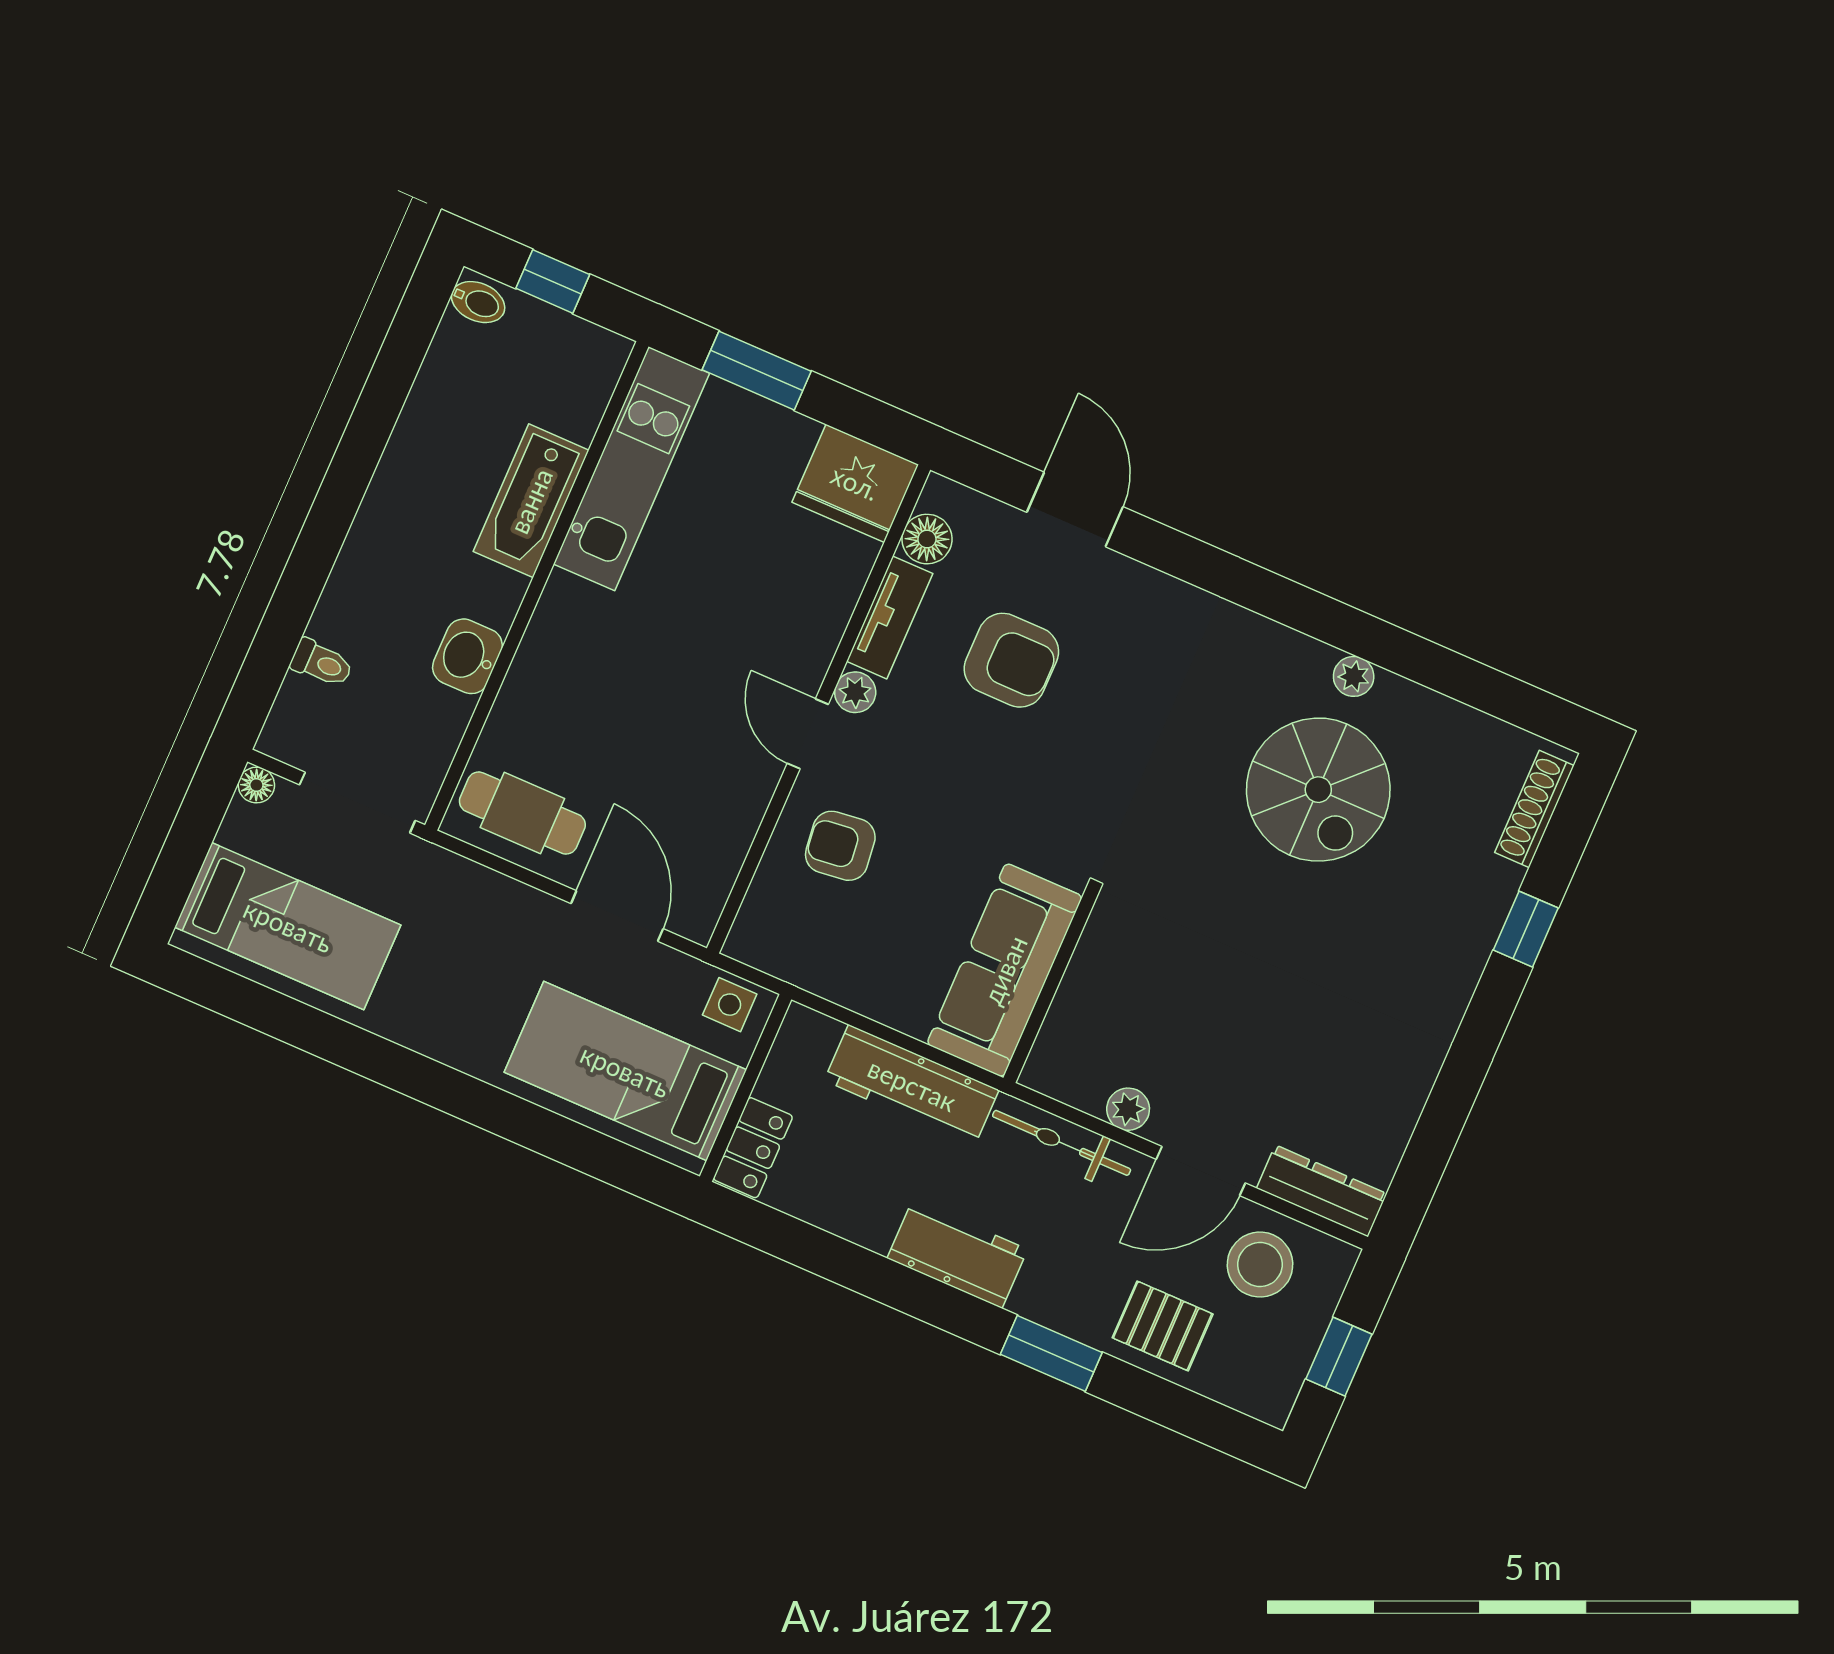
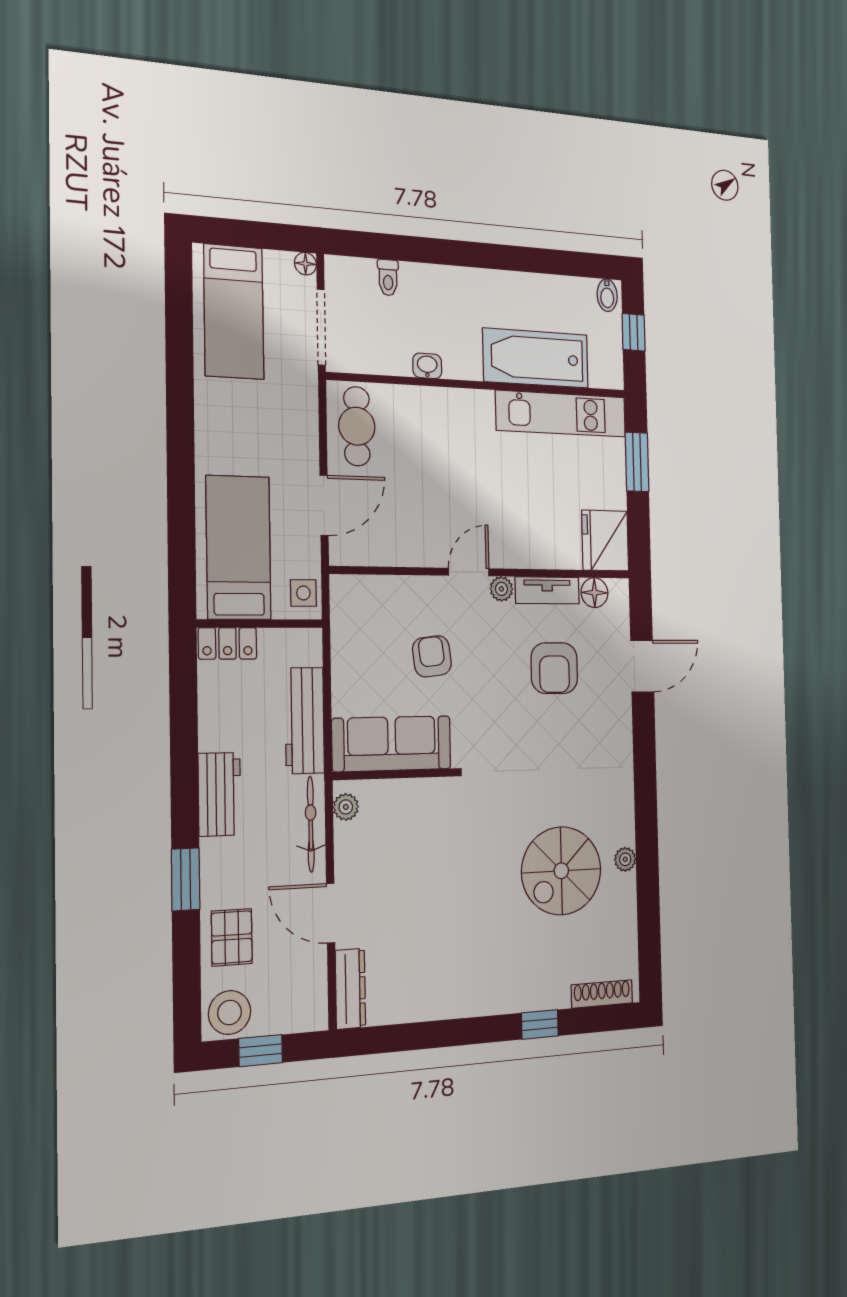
bathtub: (531, 501) -> (536, 358), width x1.36, depth x1.36
washbasin: (467, 656) -> (427, 366), width x0.72, depth x0.69
armchair: (840, 846) -> (432, 656), moved
plant: (1128, 1109) -> (346, 807), moved
stool: (1260, 1265) -> (230, 1012), moved

